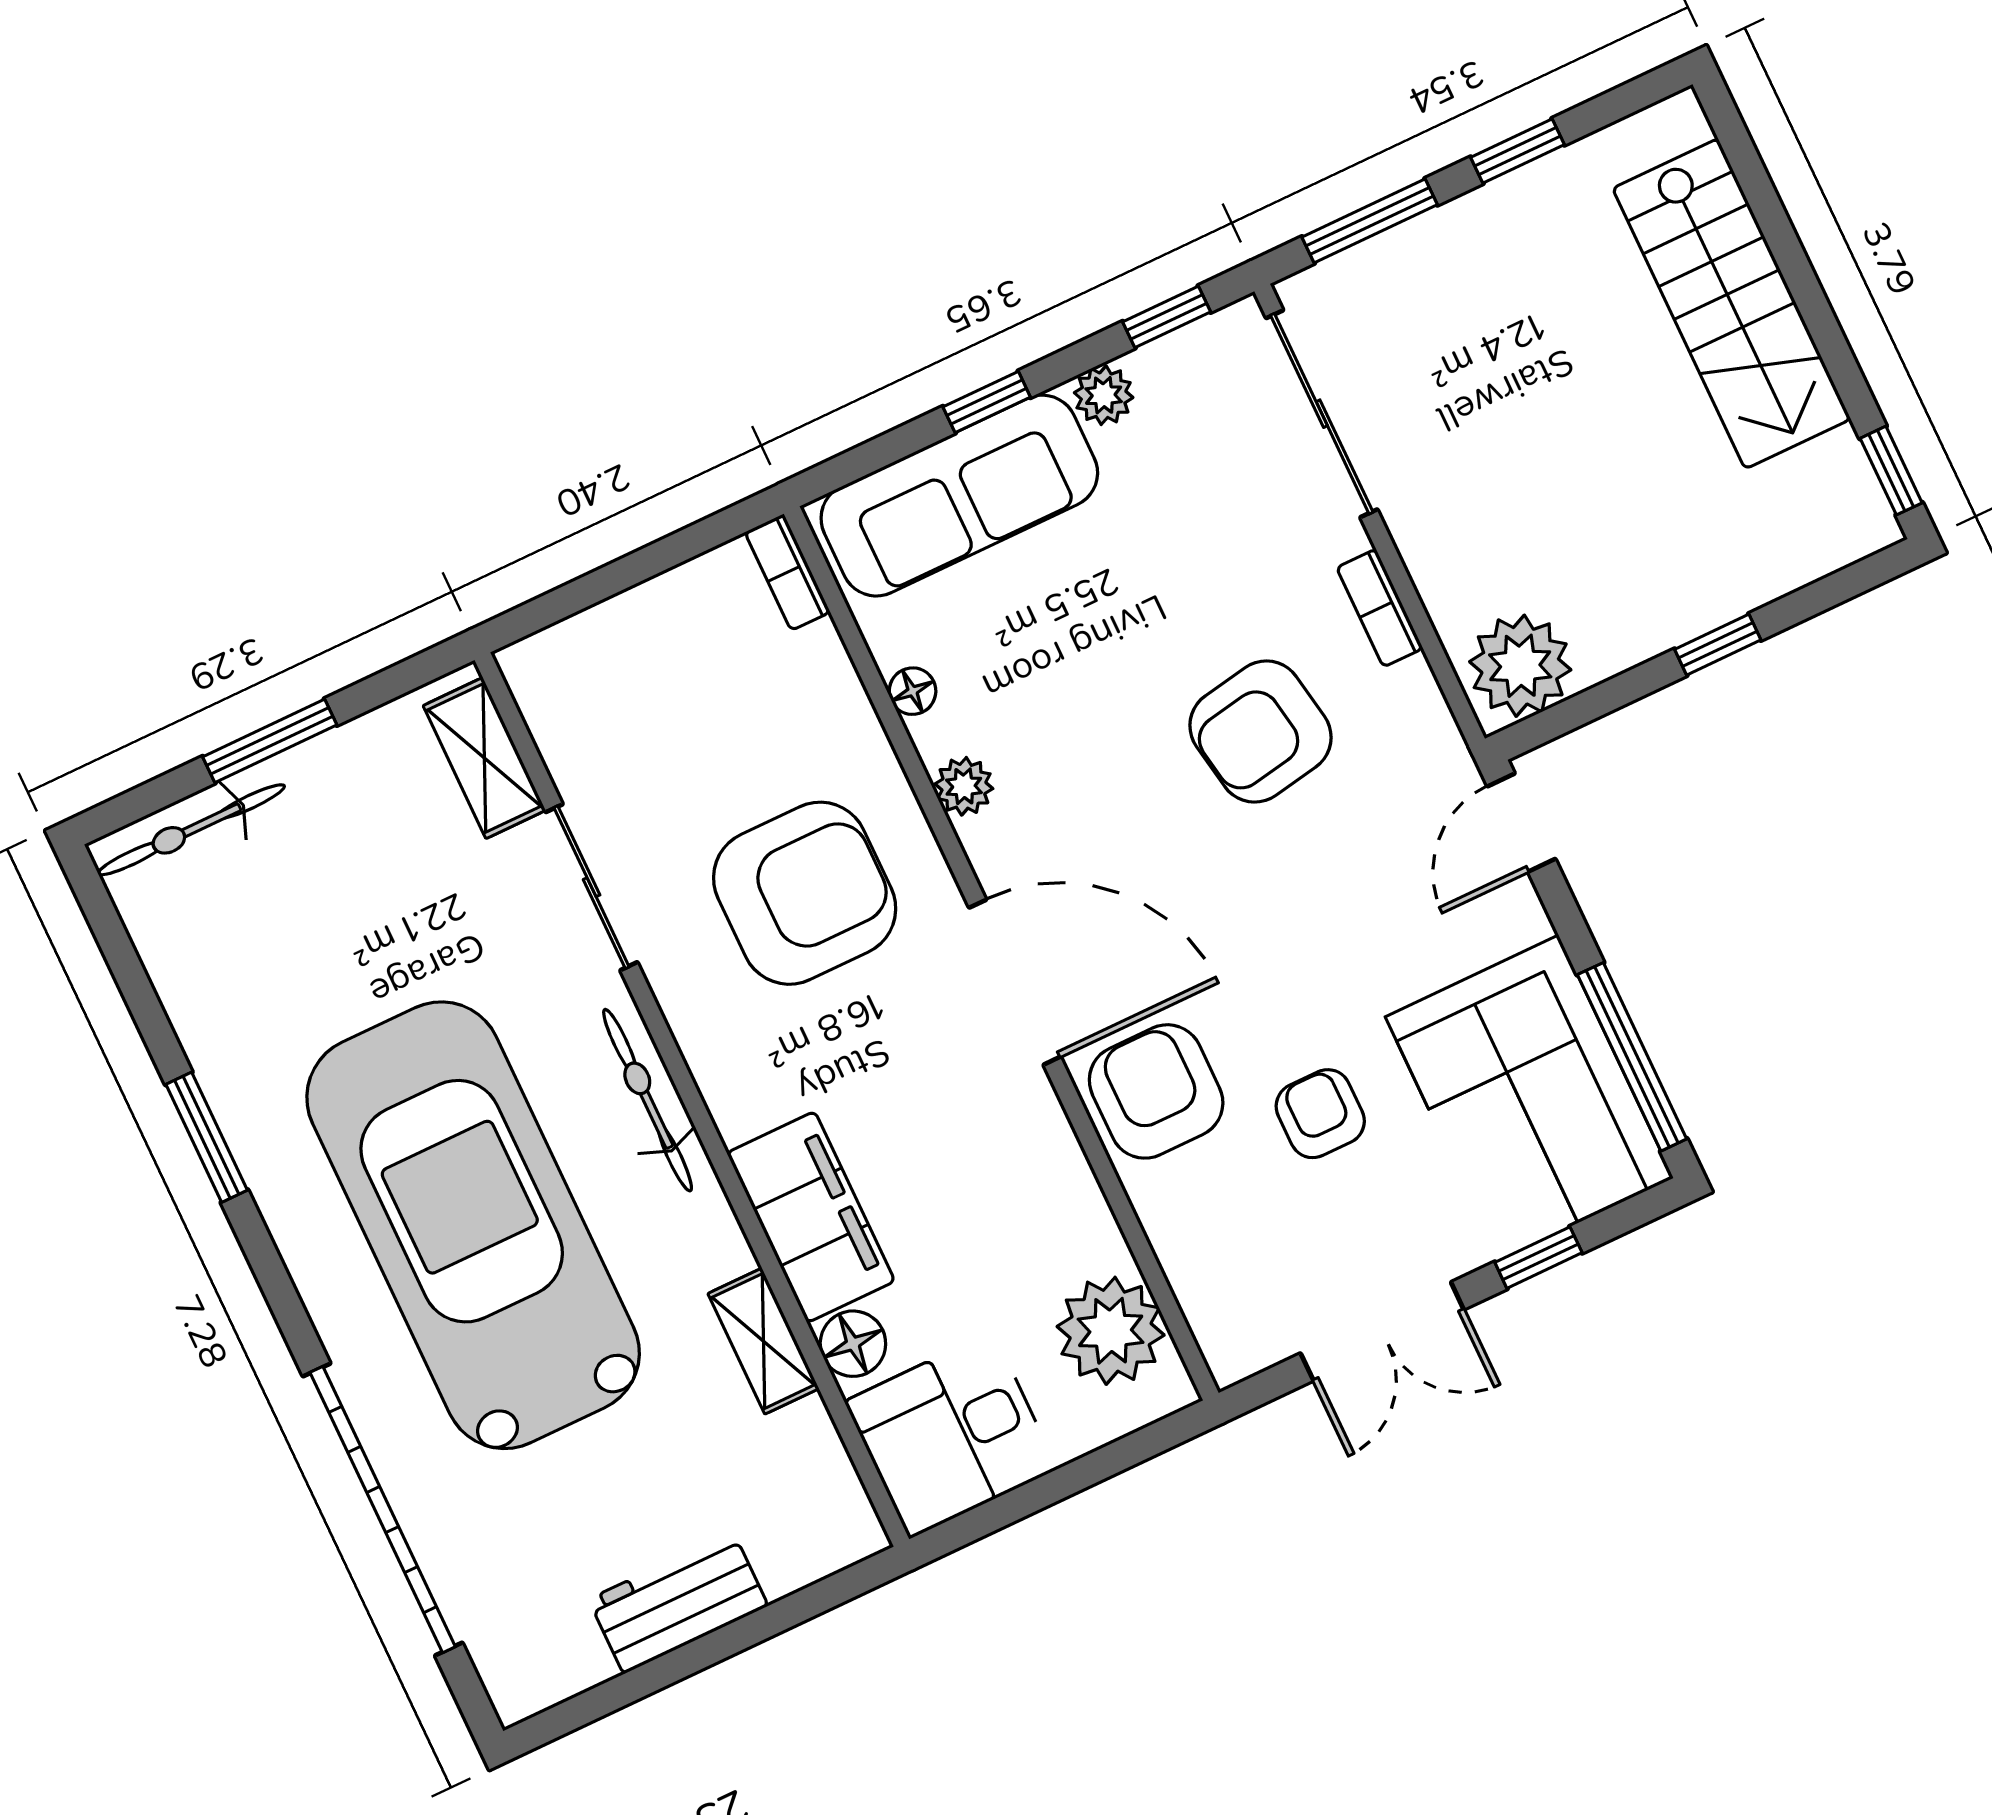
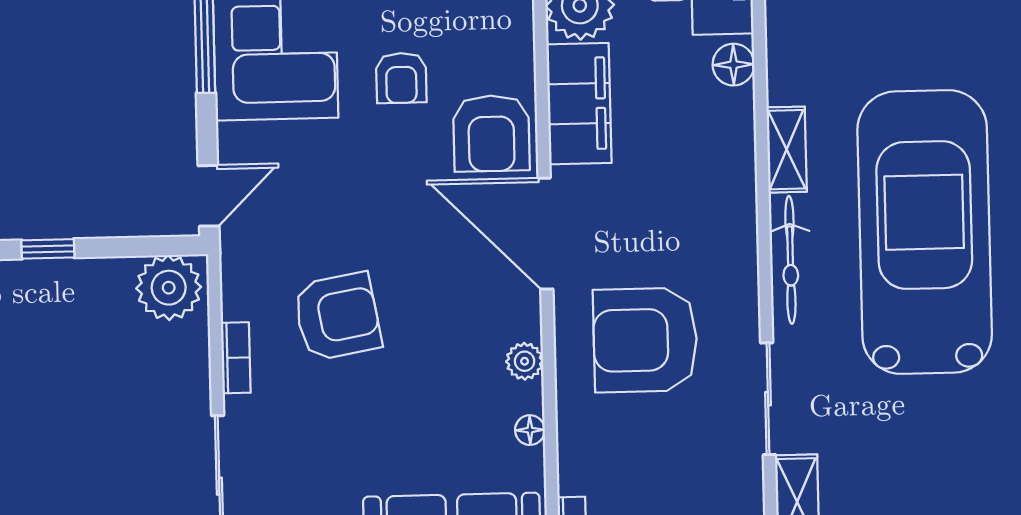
filing cabinet: (811, 1217) -> (579, 104), moved, turned 180
car: (473, 1225) -> (925, 232), turned 180
shelving: (763, 1341) -> (787, 150), moved

